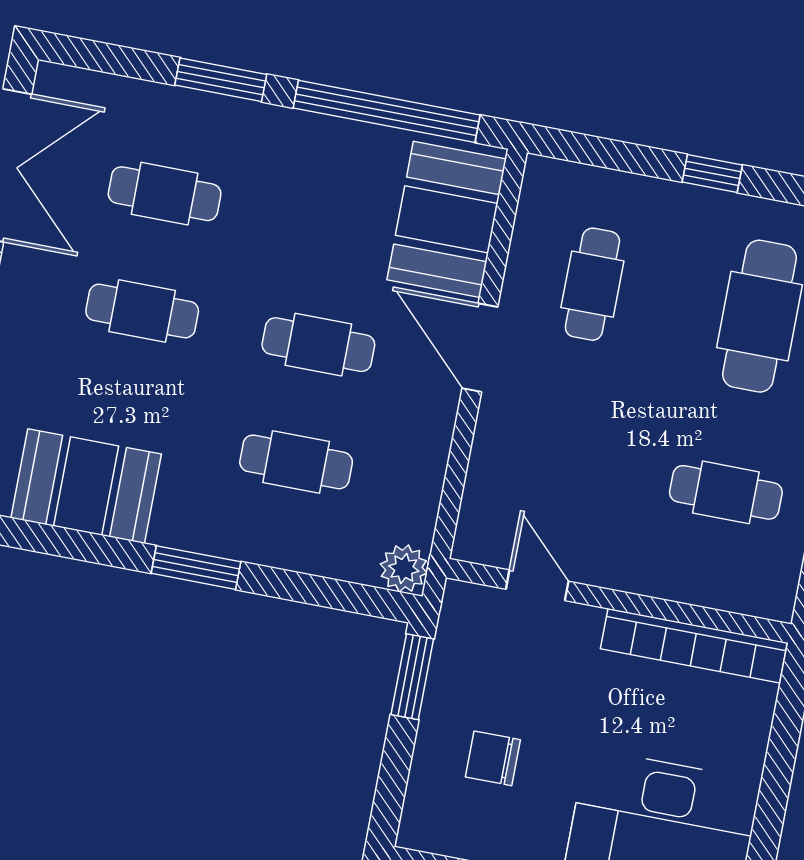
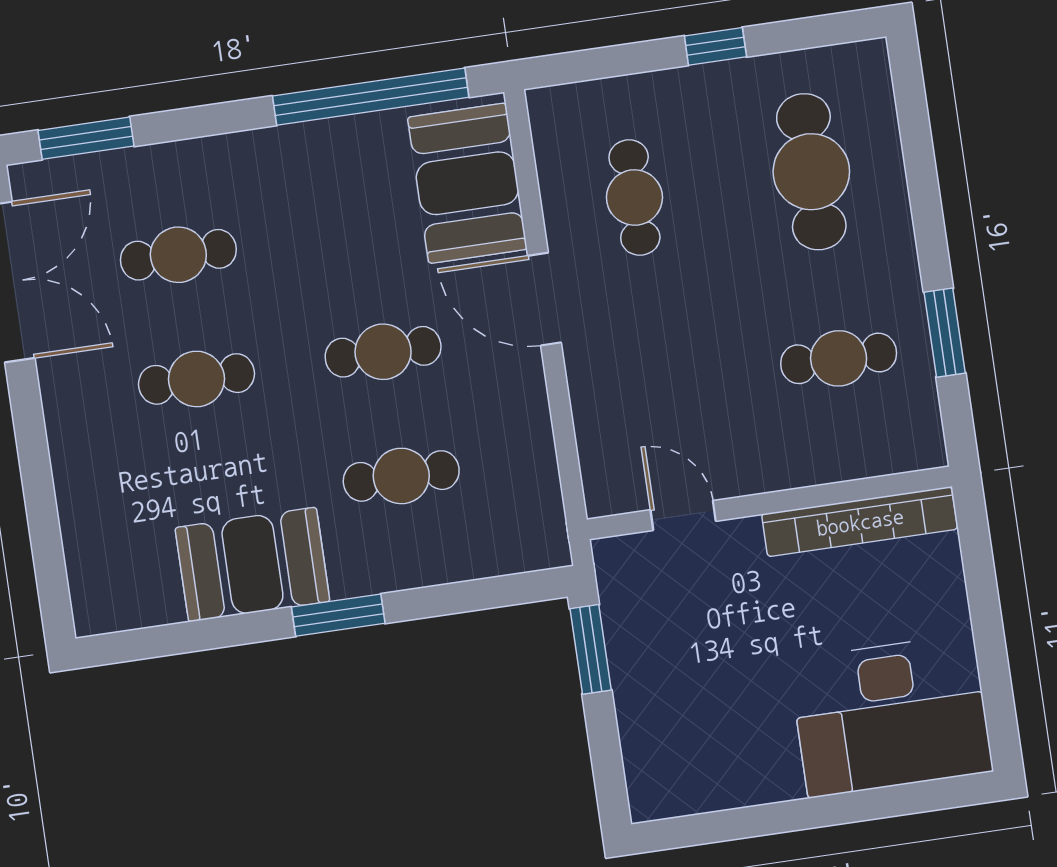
window: (221, 80) -> (86, 138), moved
booth: (86, 486) -> (252, 565), moved
plant: (404, 568) -> (545, 545), removed
chair: (493, 758) -> (699, 703), removed

